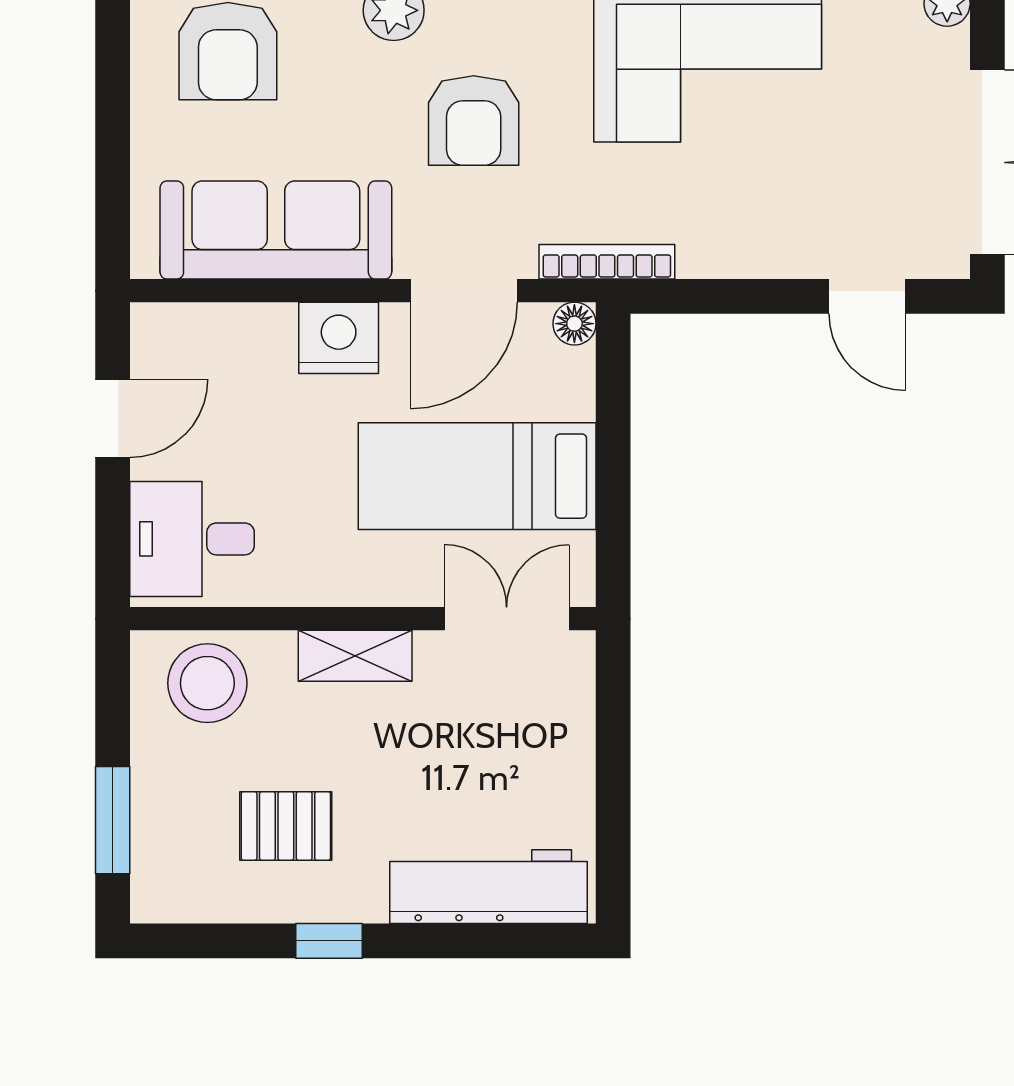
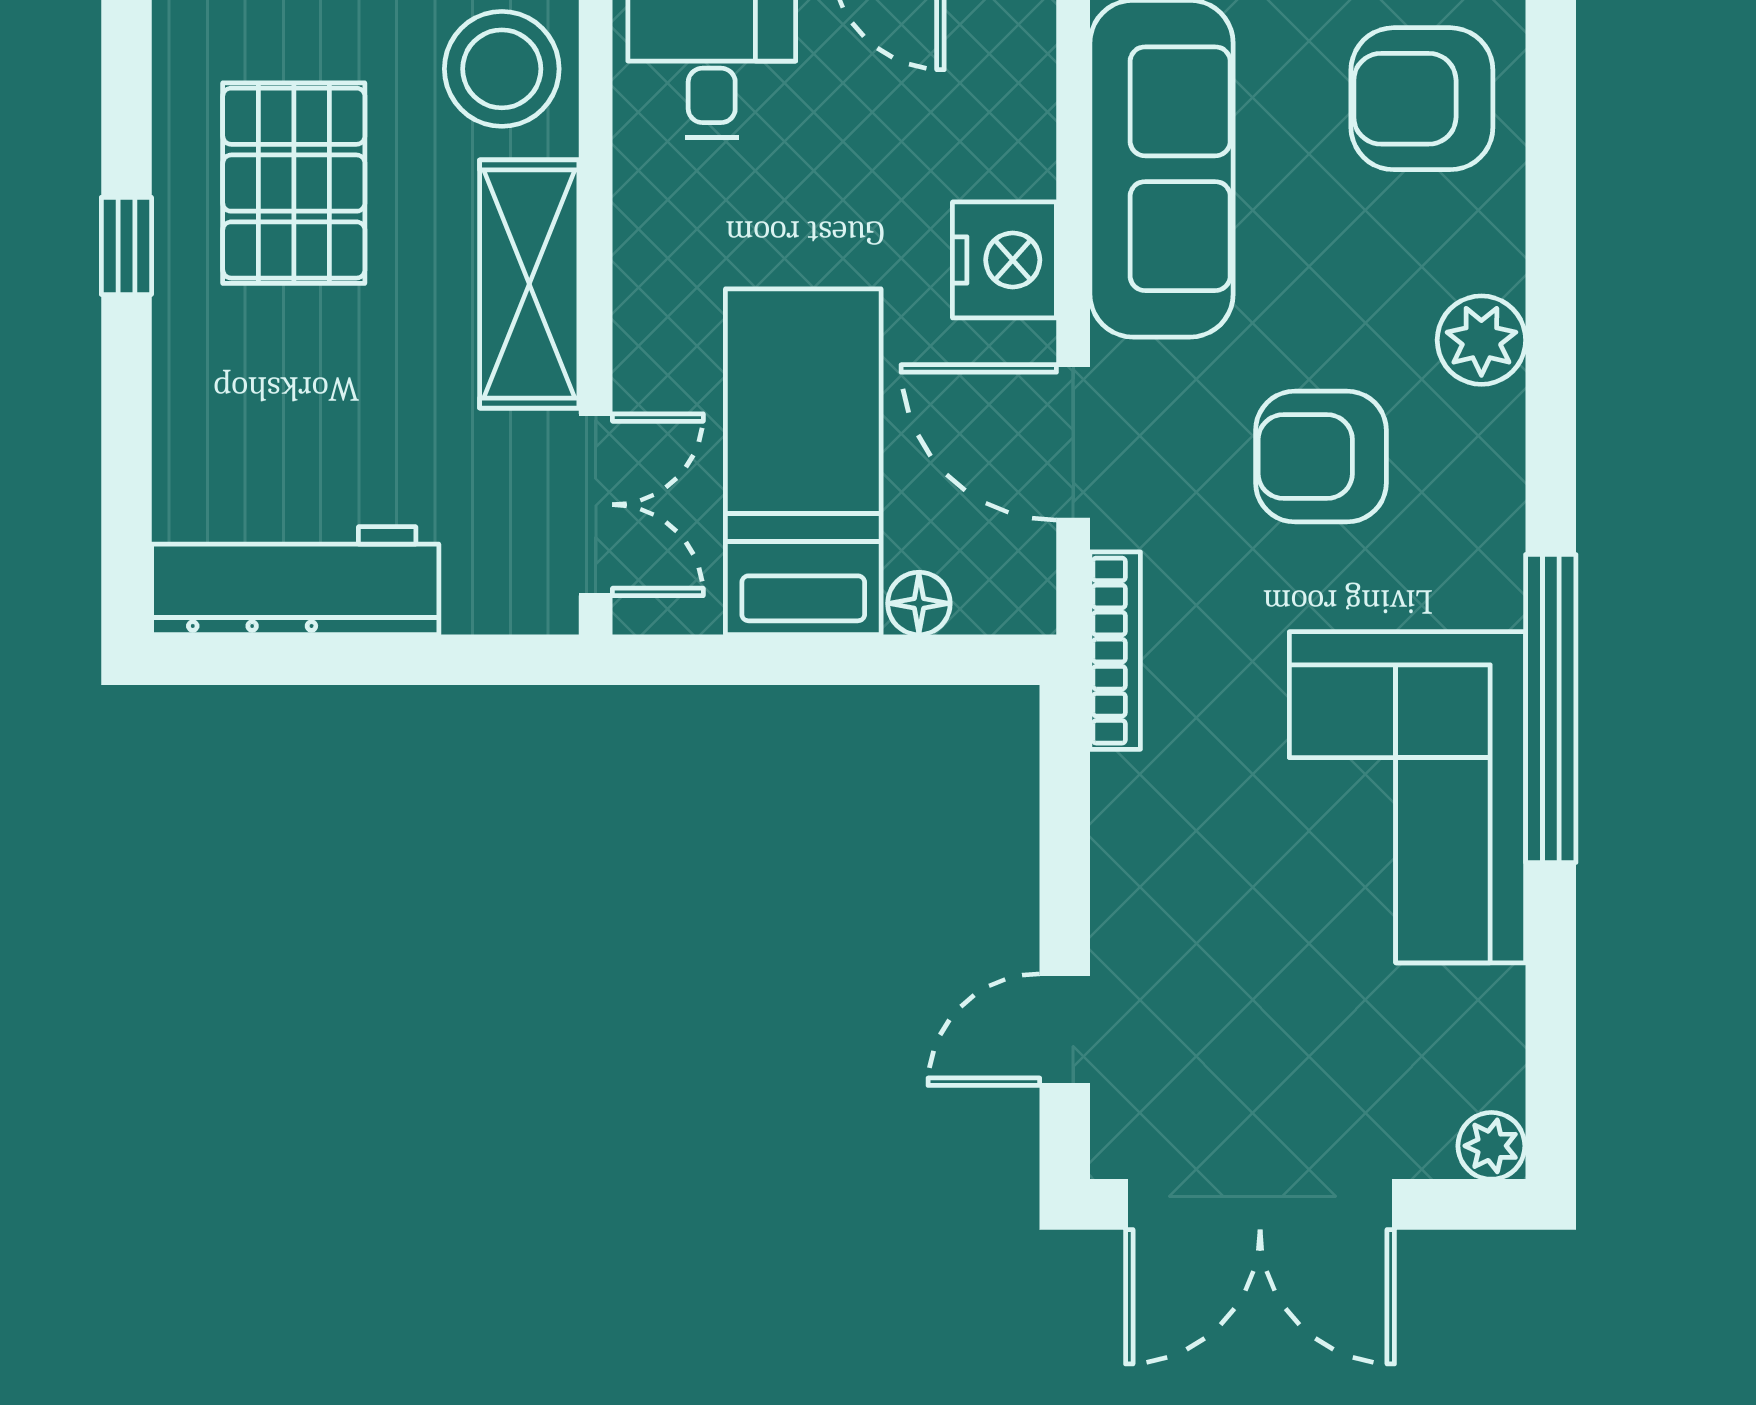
floor lamp: (574, 324) -> (919, 603), moved
shelving: (355, 656) -> (529, 284), width x1.50, depth x1.33
pallet: (286, 826) -> (294, 183), width x1.50, depth x1.42
workbench: (489, 887) -> (295, 581), moved, turned -90

